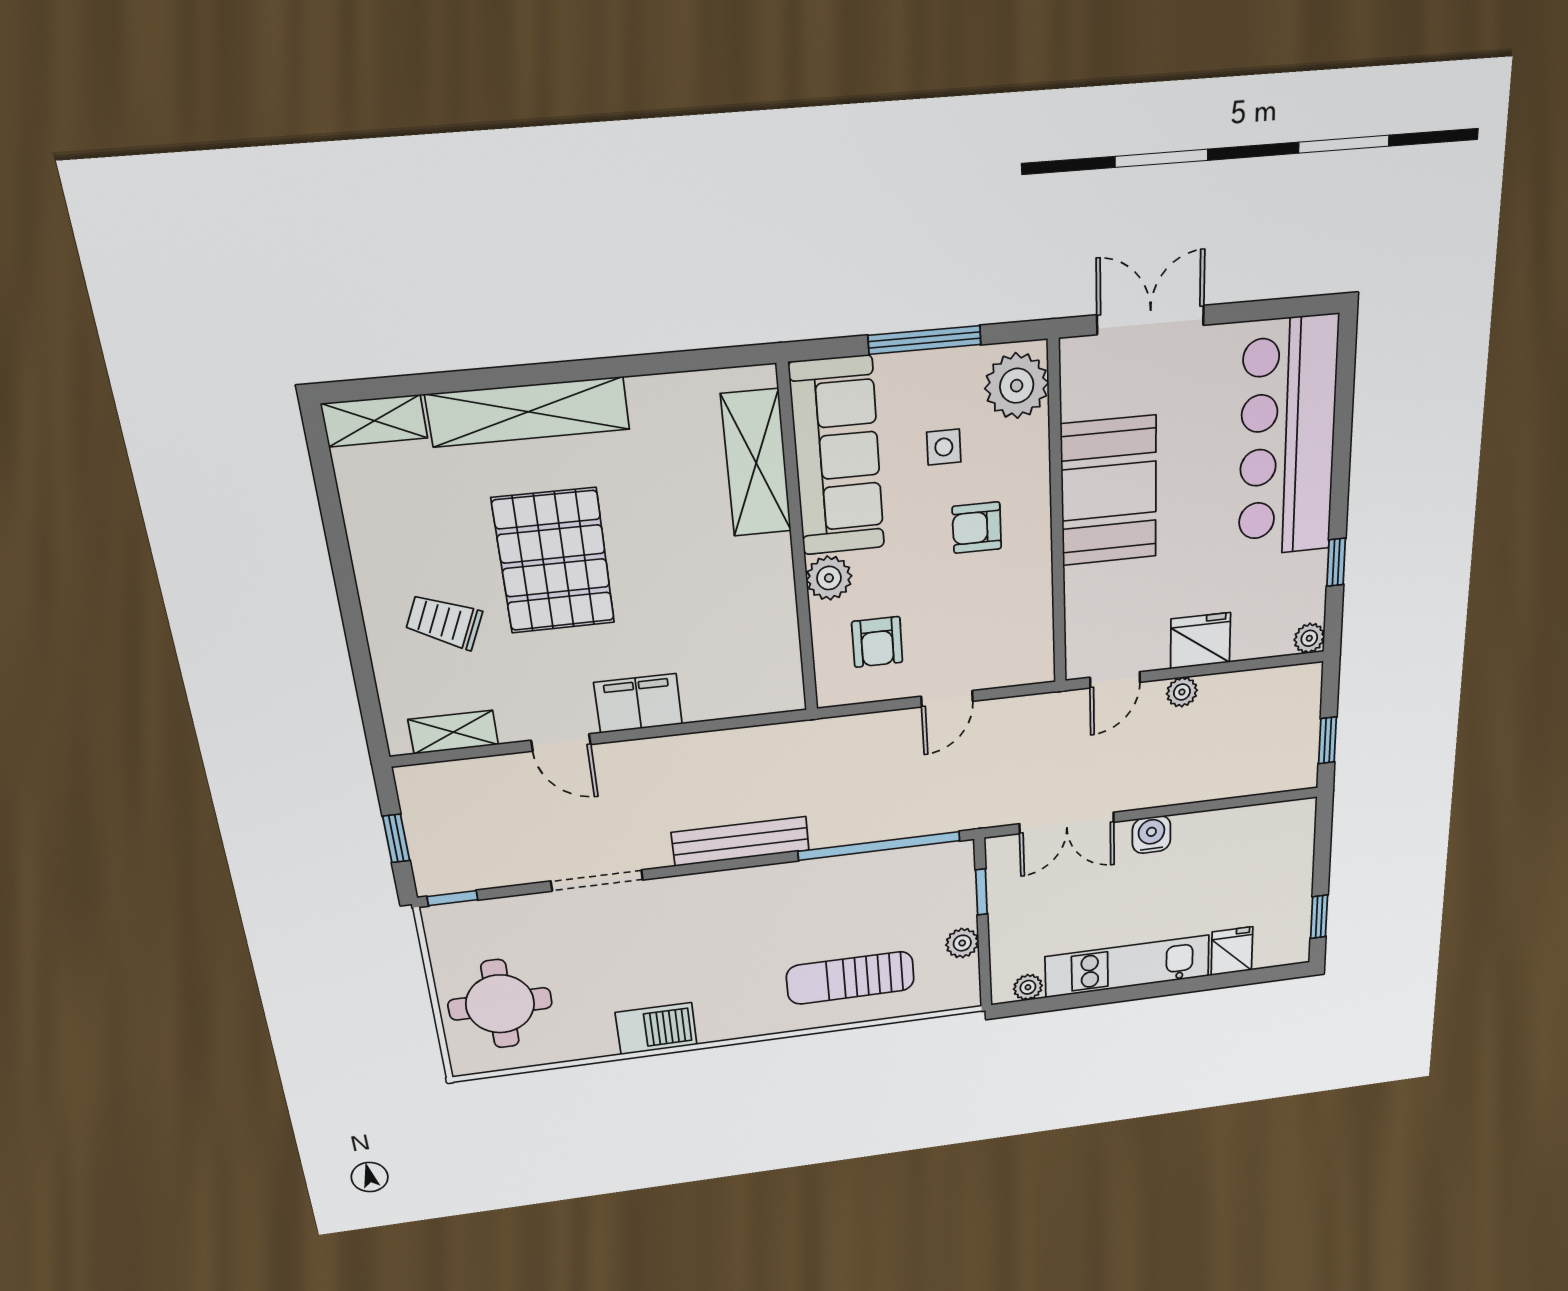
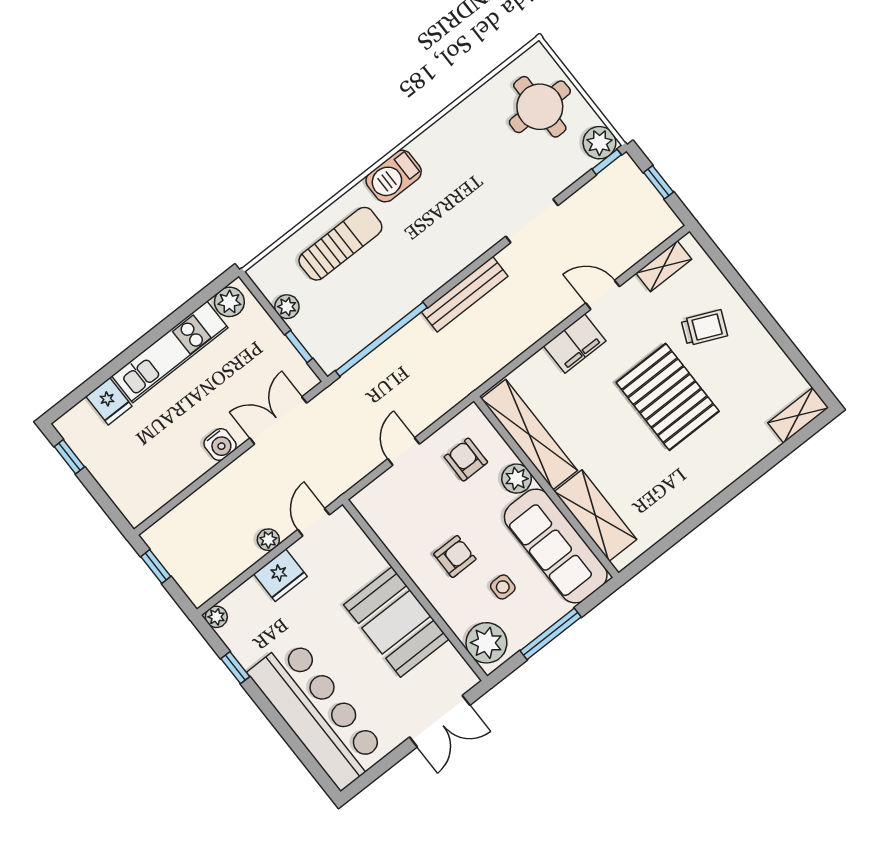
shelving: (528, 412) -> (529, 434), moved, turned 90
plant: (448, 925) -> (599, 143), added
plant: (1028, 987) -> (229, 302), width x1.38, depth x1.38
barbecue: (656, 1029) -> (394, 176), moved

